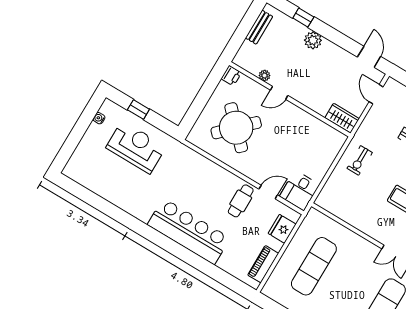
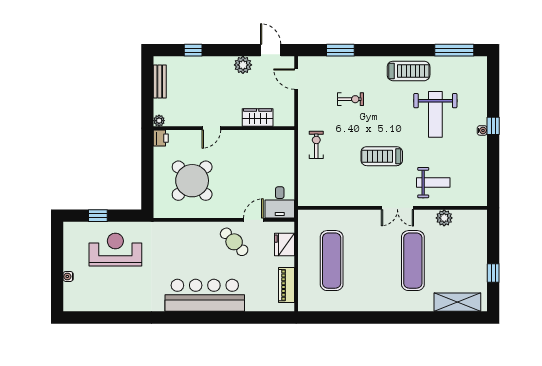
plant: (313, 40) -> (243, 65), moved
plant: (265, 75) -> (159, 121), moved
water cooler: (99, 118) -> (68, 276), moved
wardrobe: (342, 118) -> (258, 117), moved
exercise bike: (360, 160) -> (316, 145), turned 180
cafe table: (241, 201) -> (234, 242), turned -44

